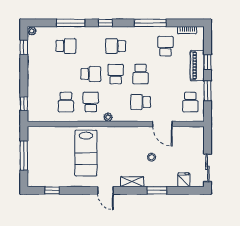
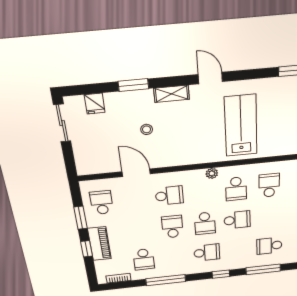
school desk: (91, 74) -> (237, 220), turned 180

